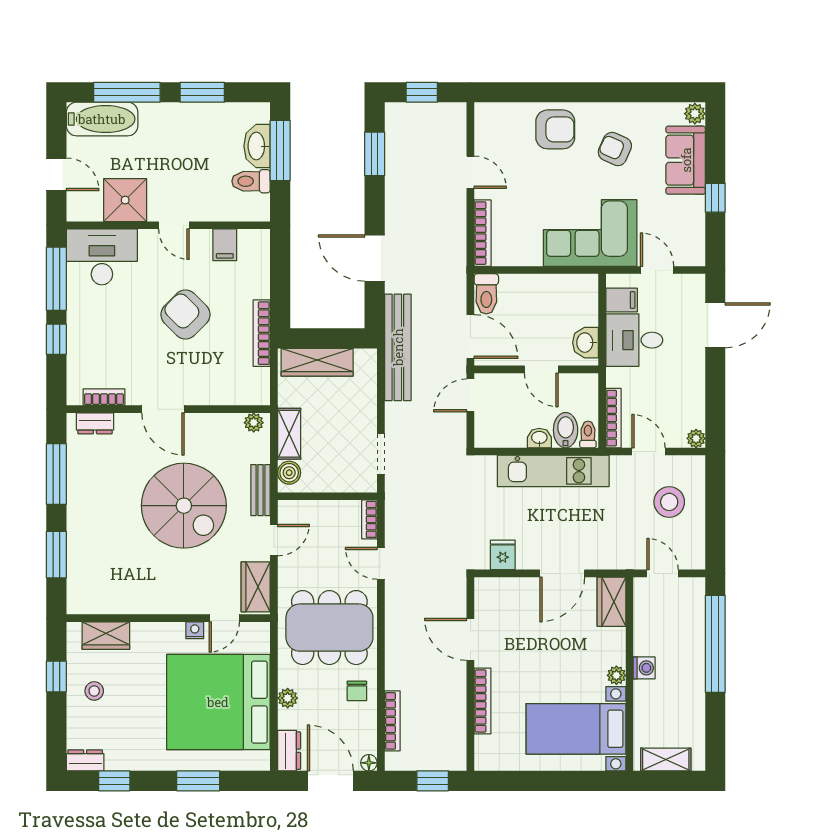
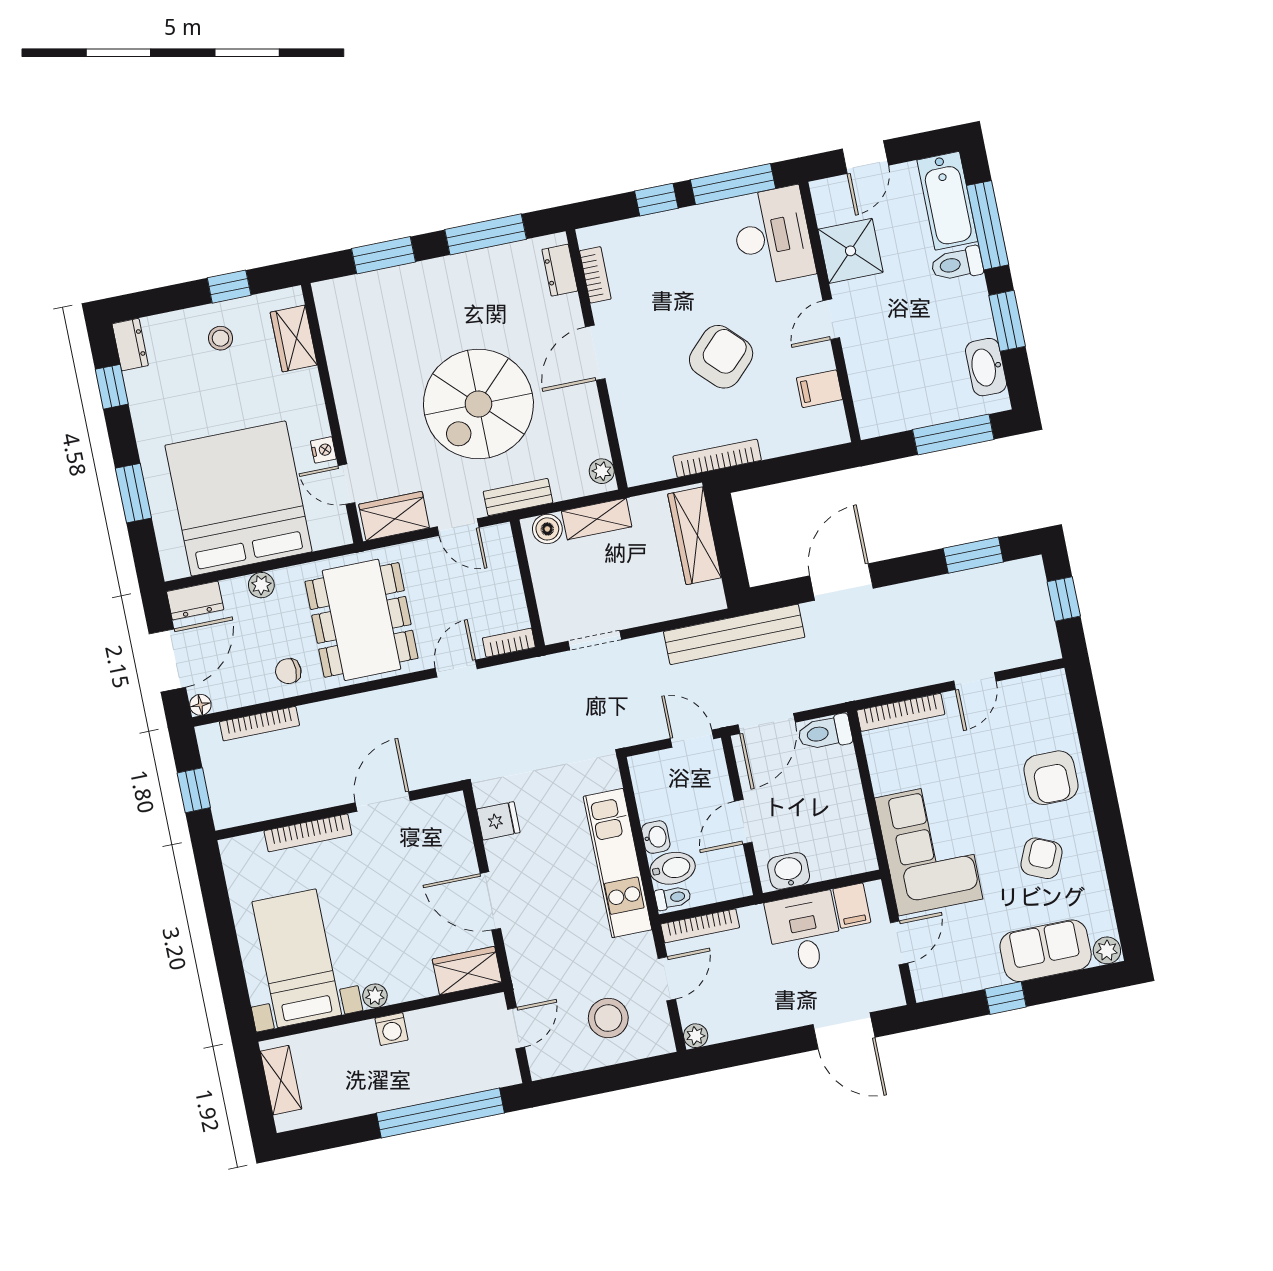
washbasin: (257, 146) -> (986, 367), moved, turned -90
toilet: (251, 181) -> (957, 264), moved, turned -90

